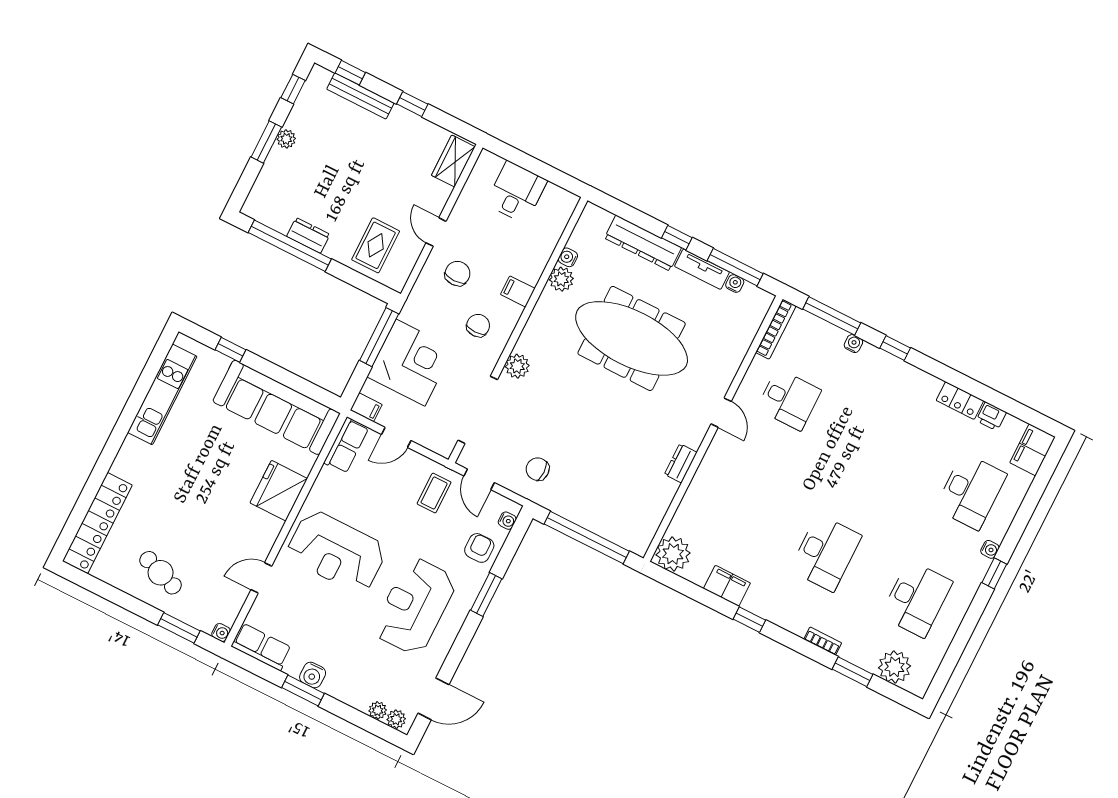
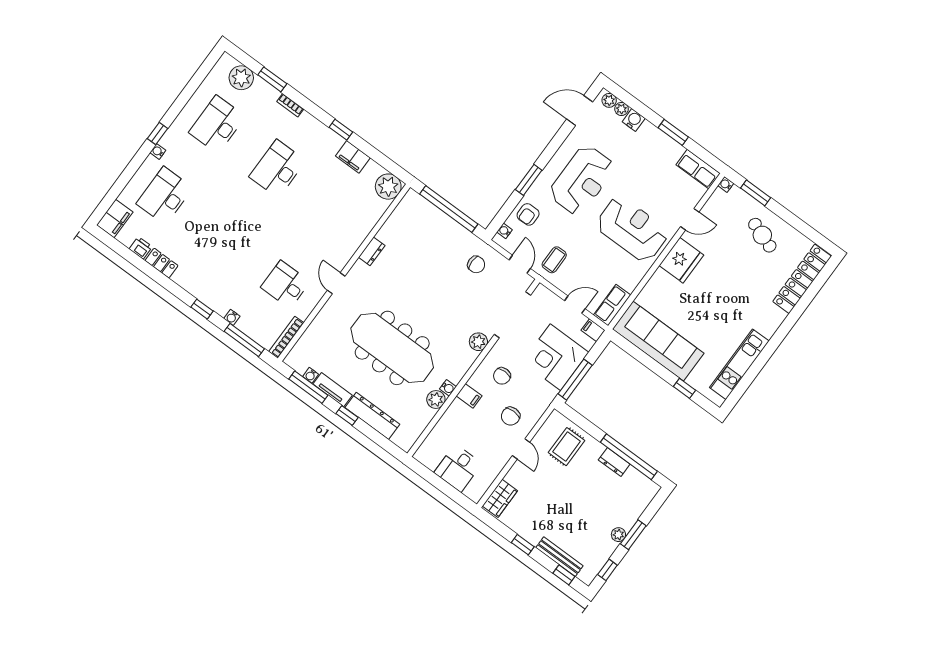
water cooler: (568, 257) -> (448, 388), moved
fridge: (279, 491) -> (681, 260), moved
water cooler: (313, 675) -> (634, 120), moved

